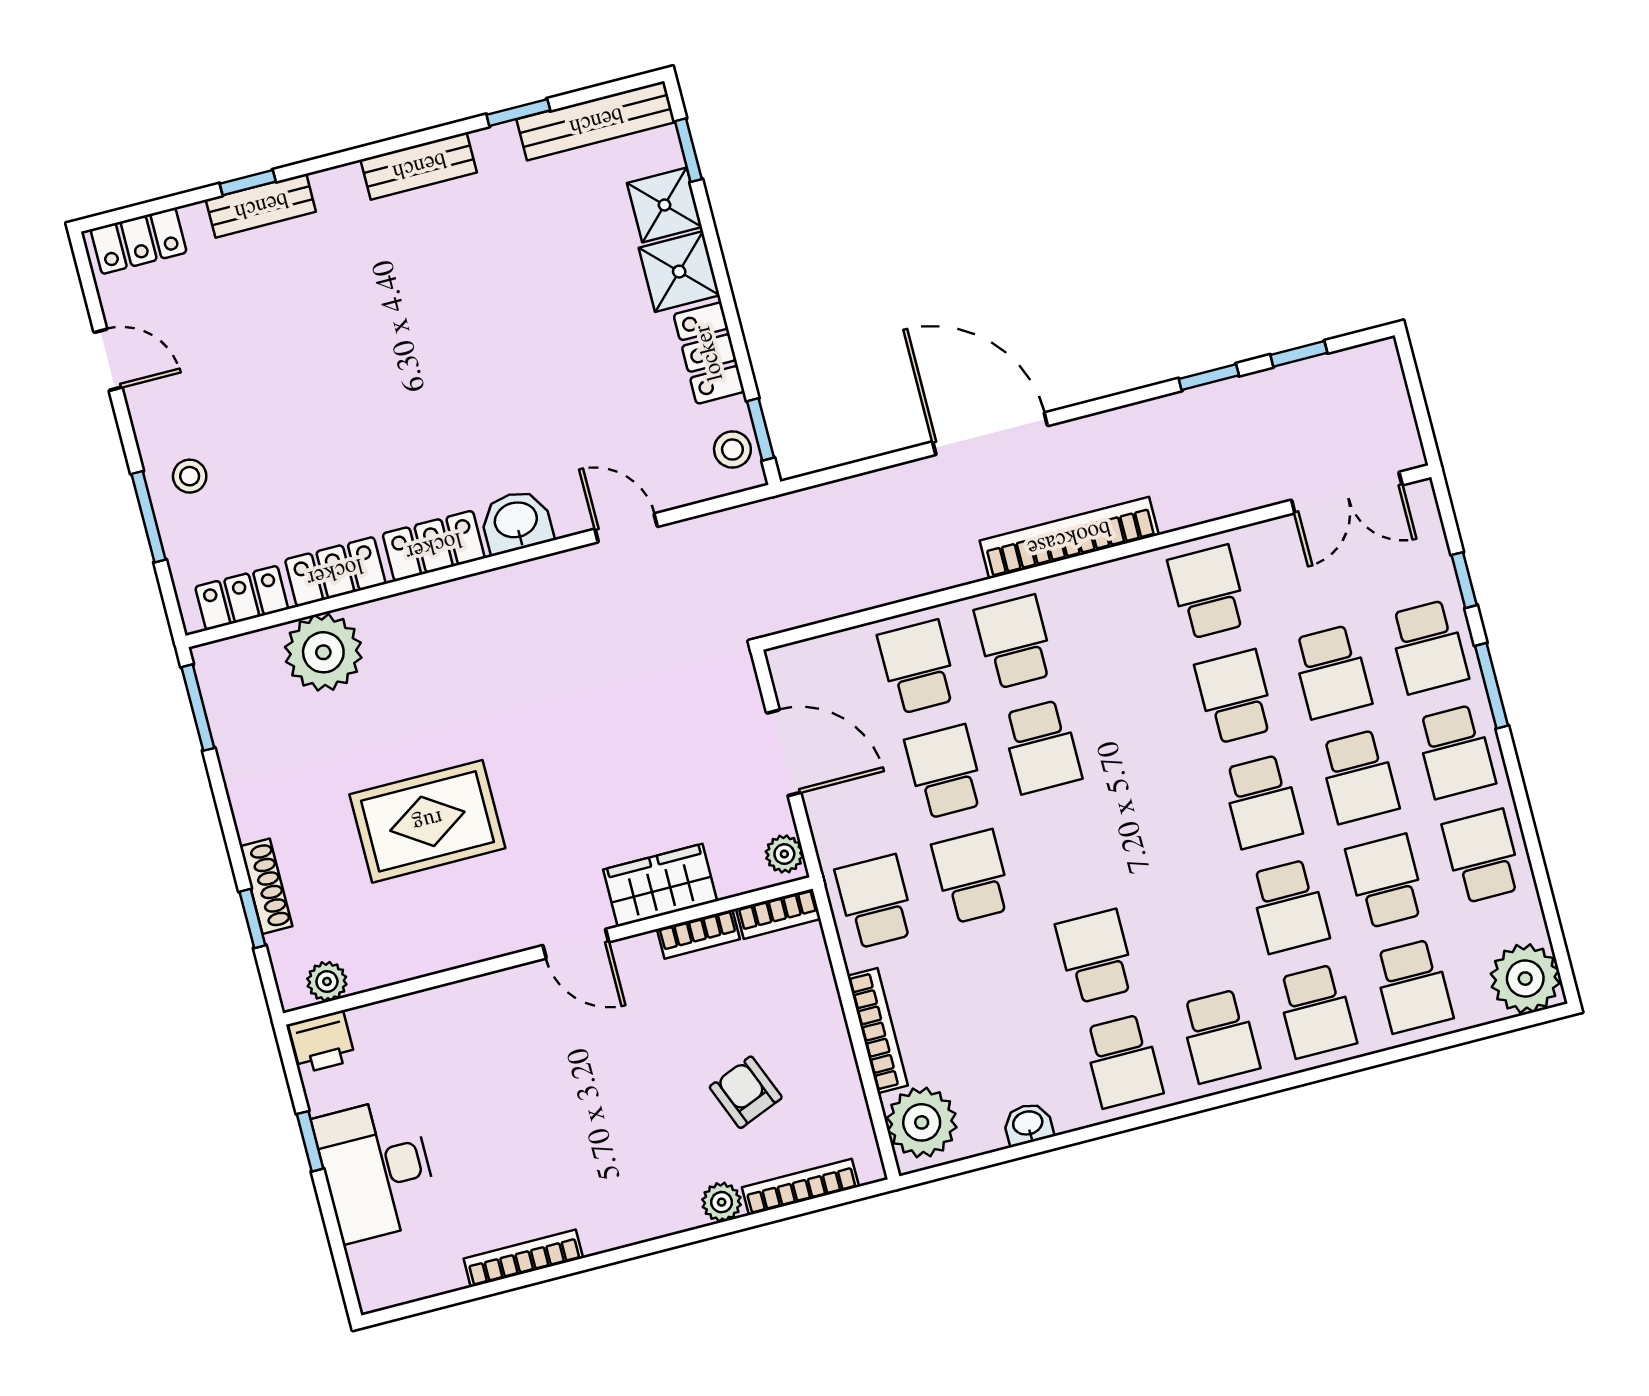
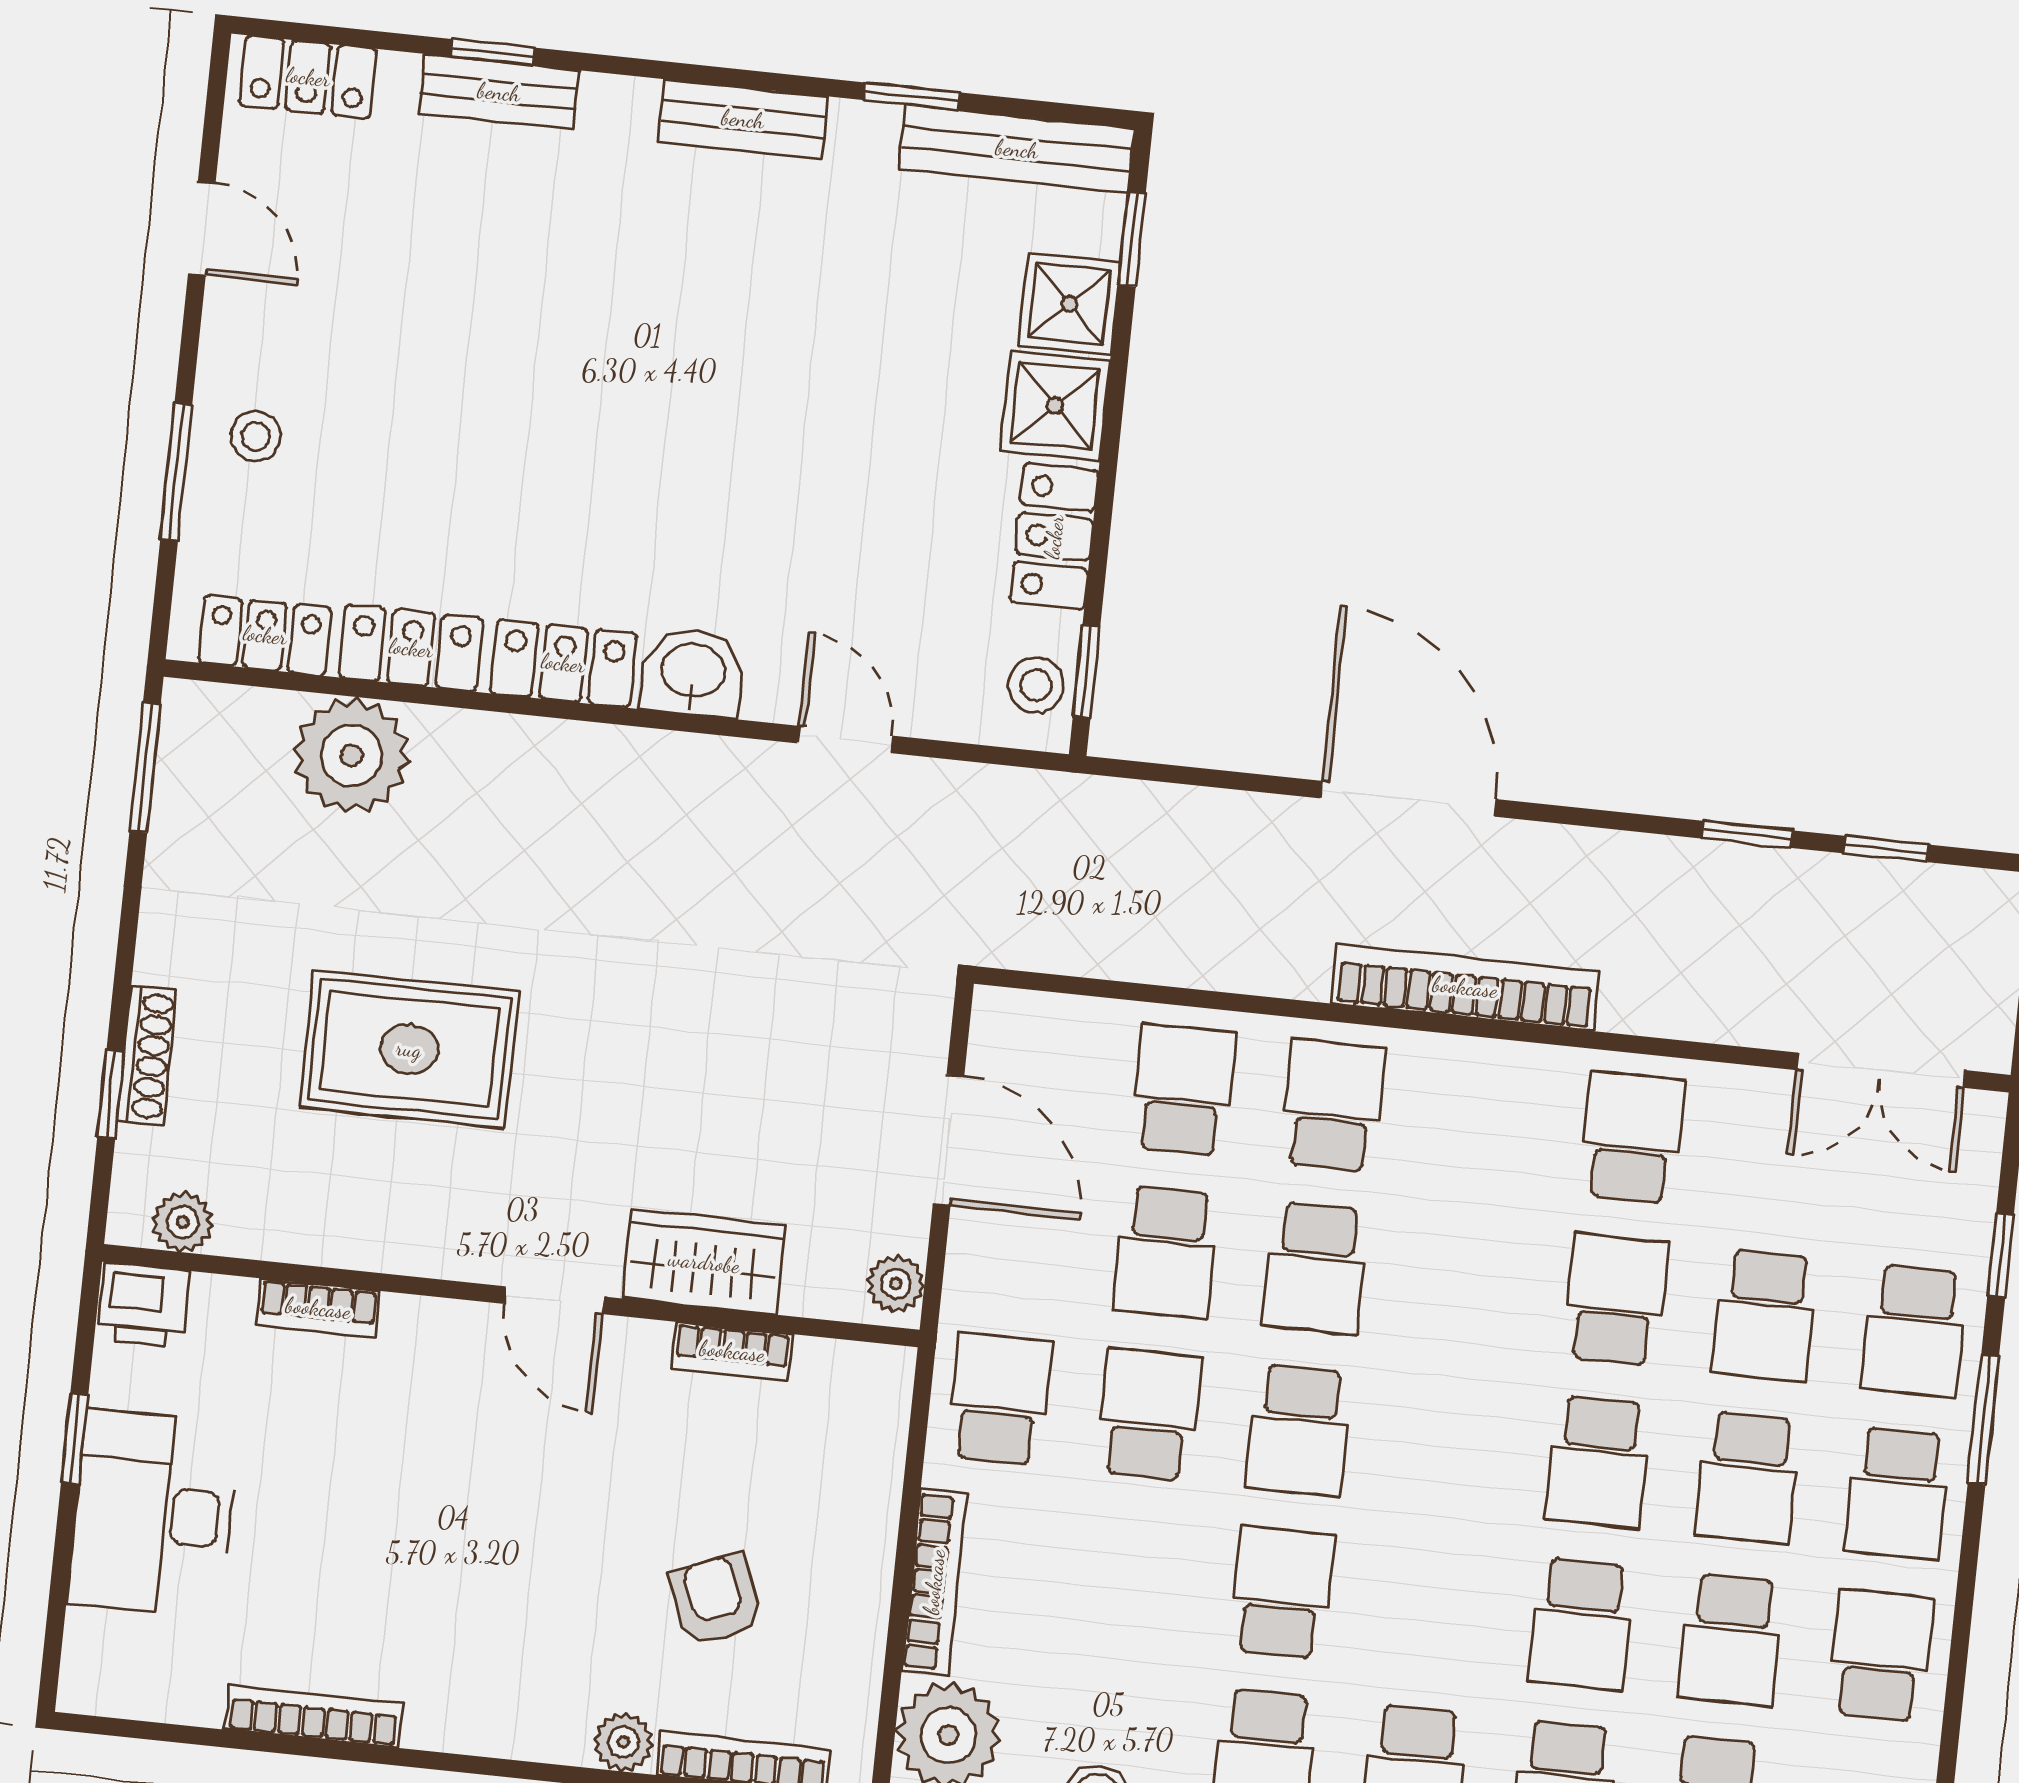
school desk: (945, 772) -> (1166, 1252), turned 180
school desk: (1069, 852) -> (1299, 1430), added
school desk: (1386, 881) -> (1731, 1640), turned 180
bookcase: (778, 914) -> (318, 1308), moved

